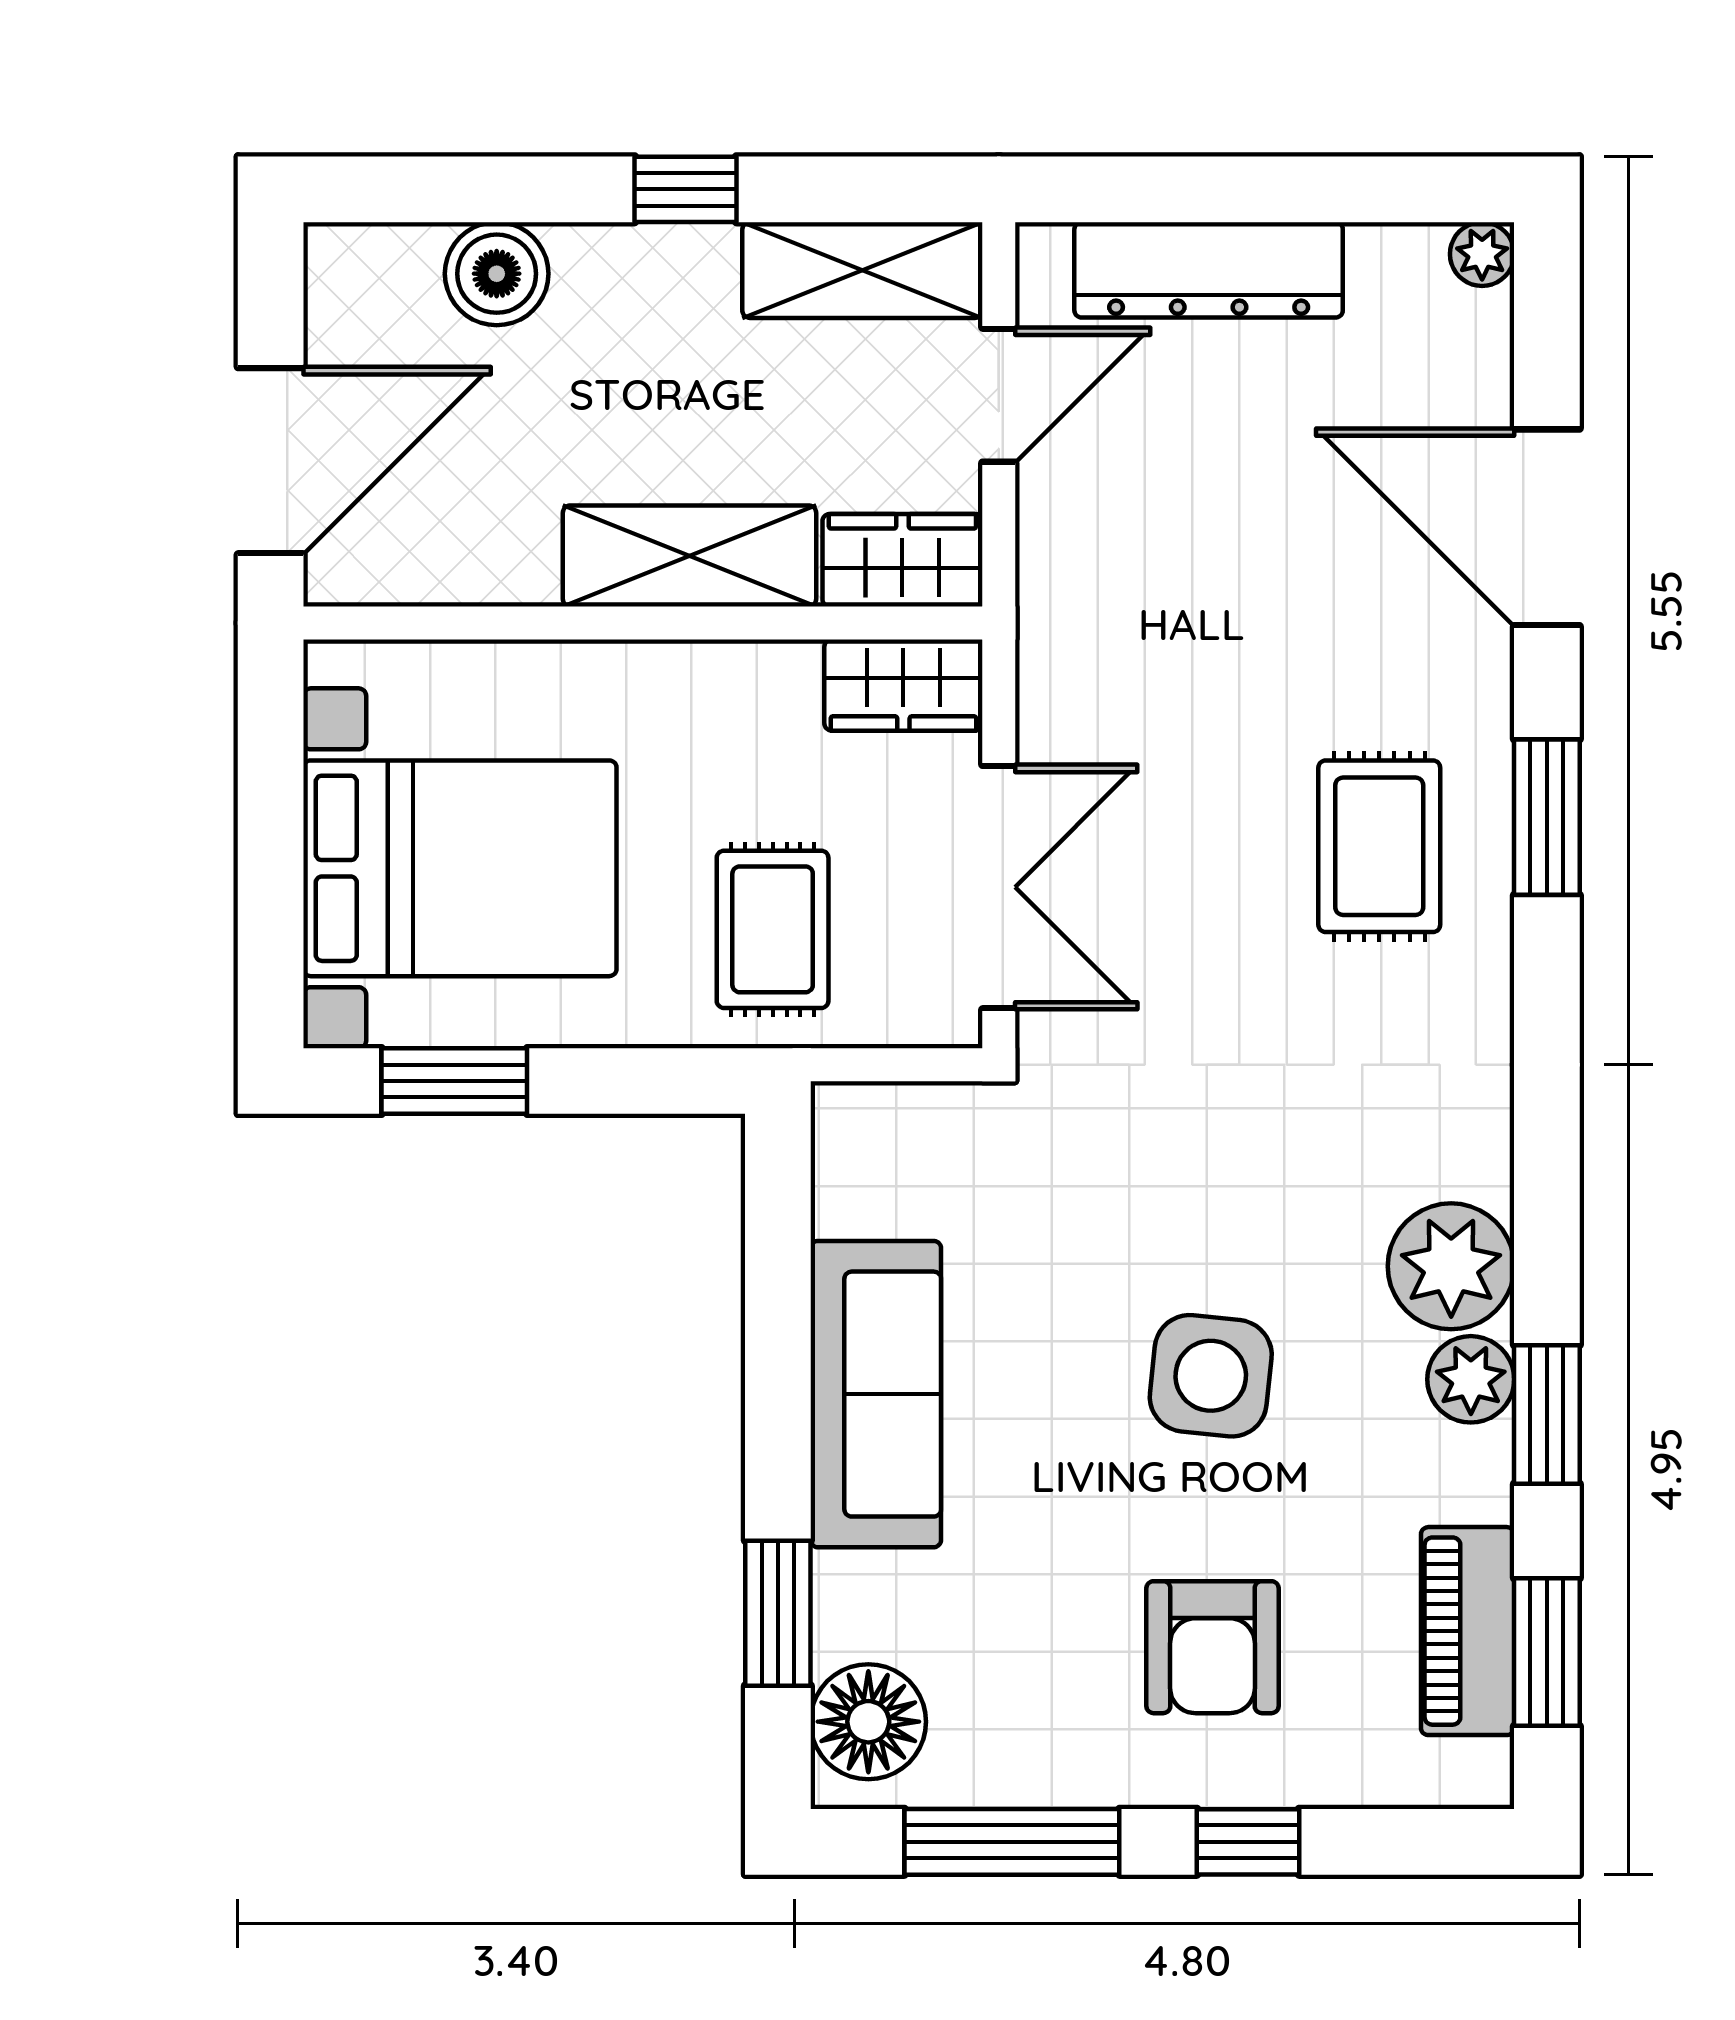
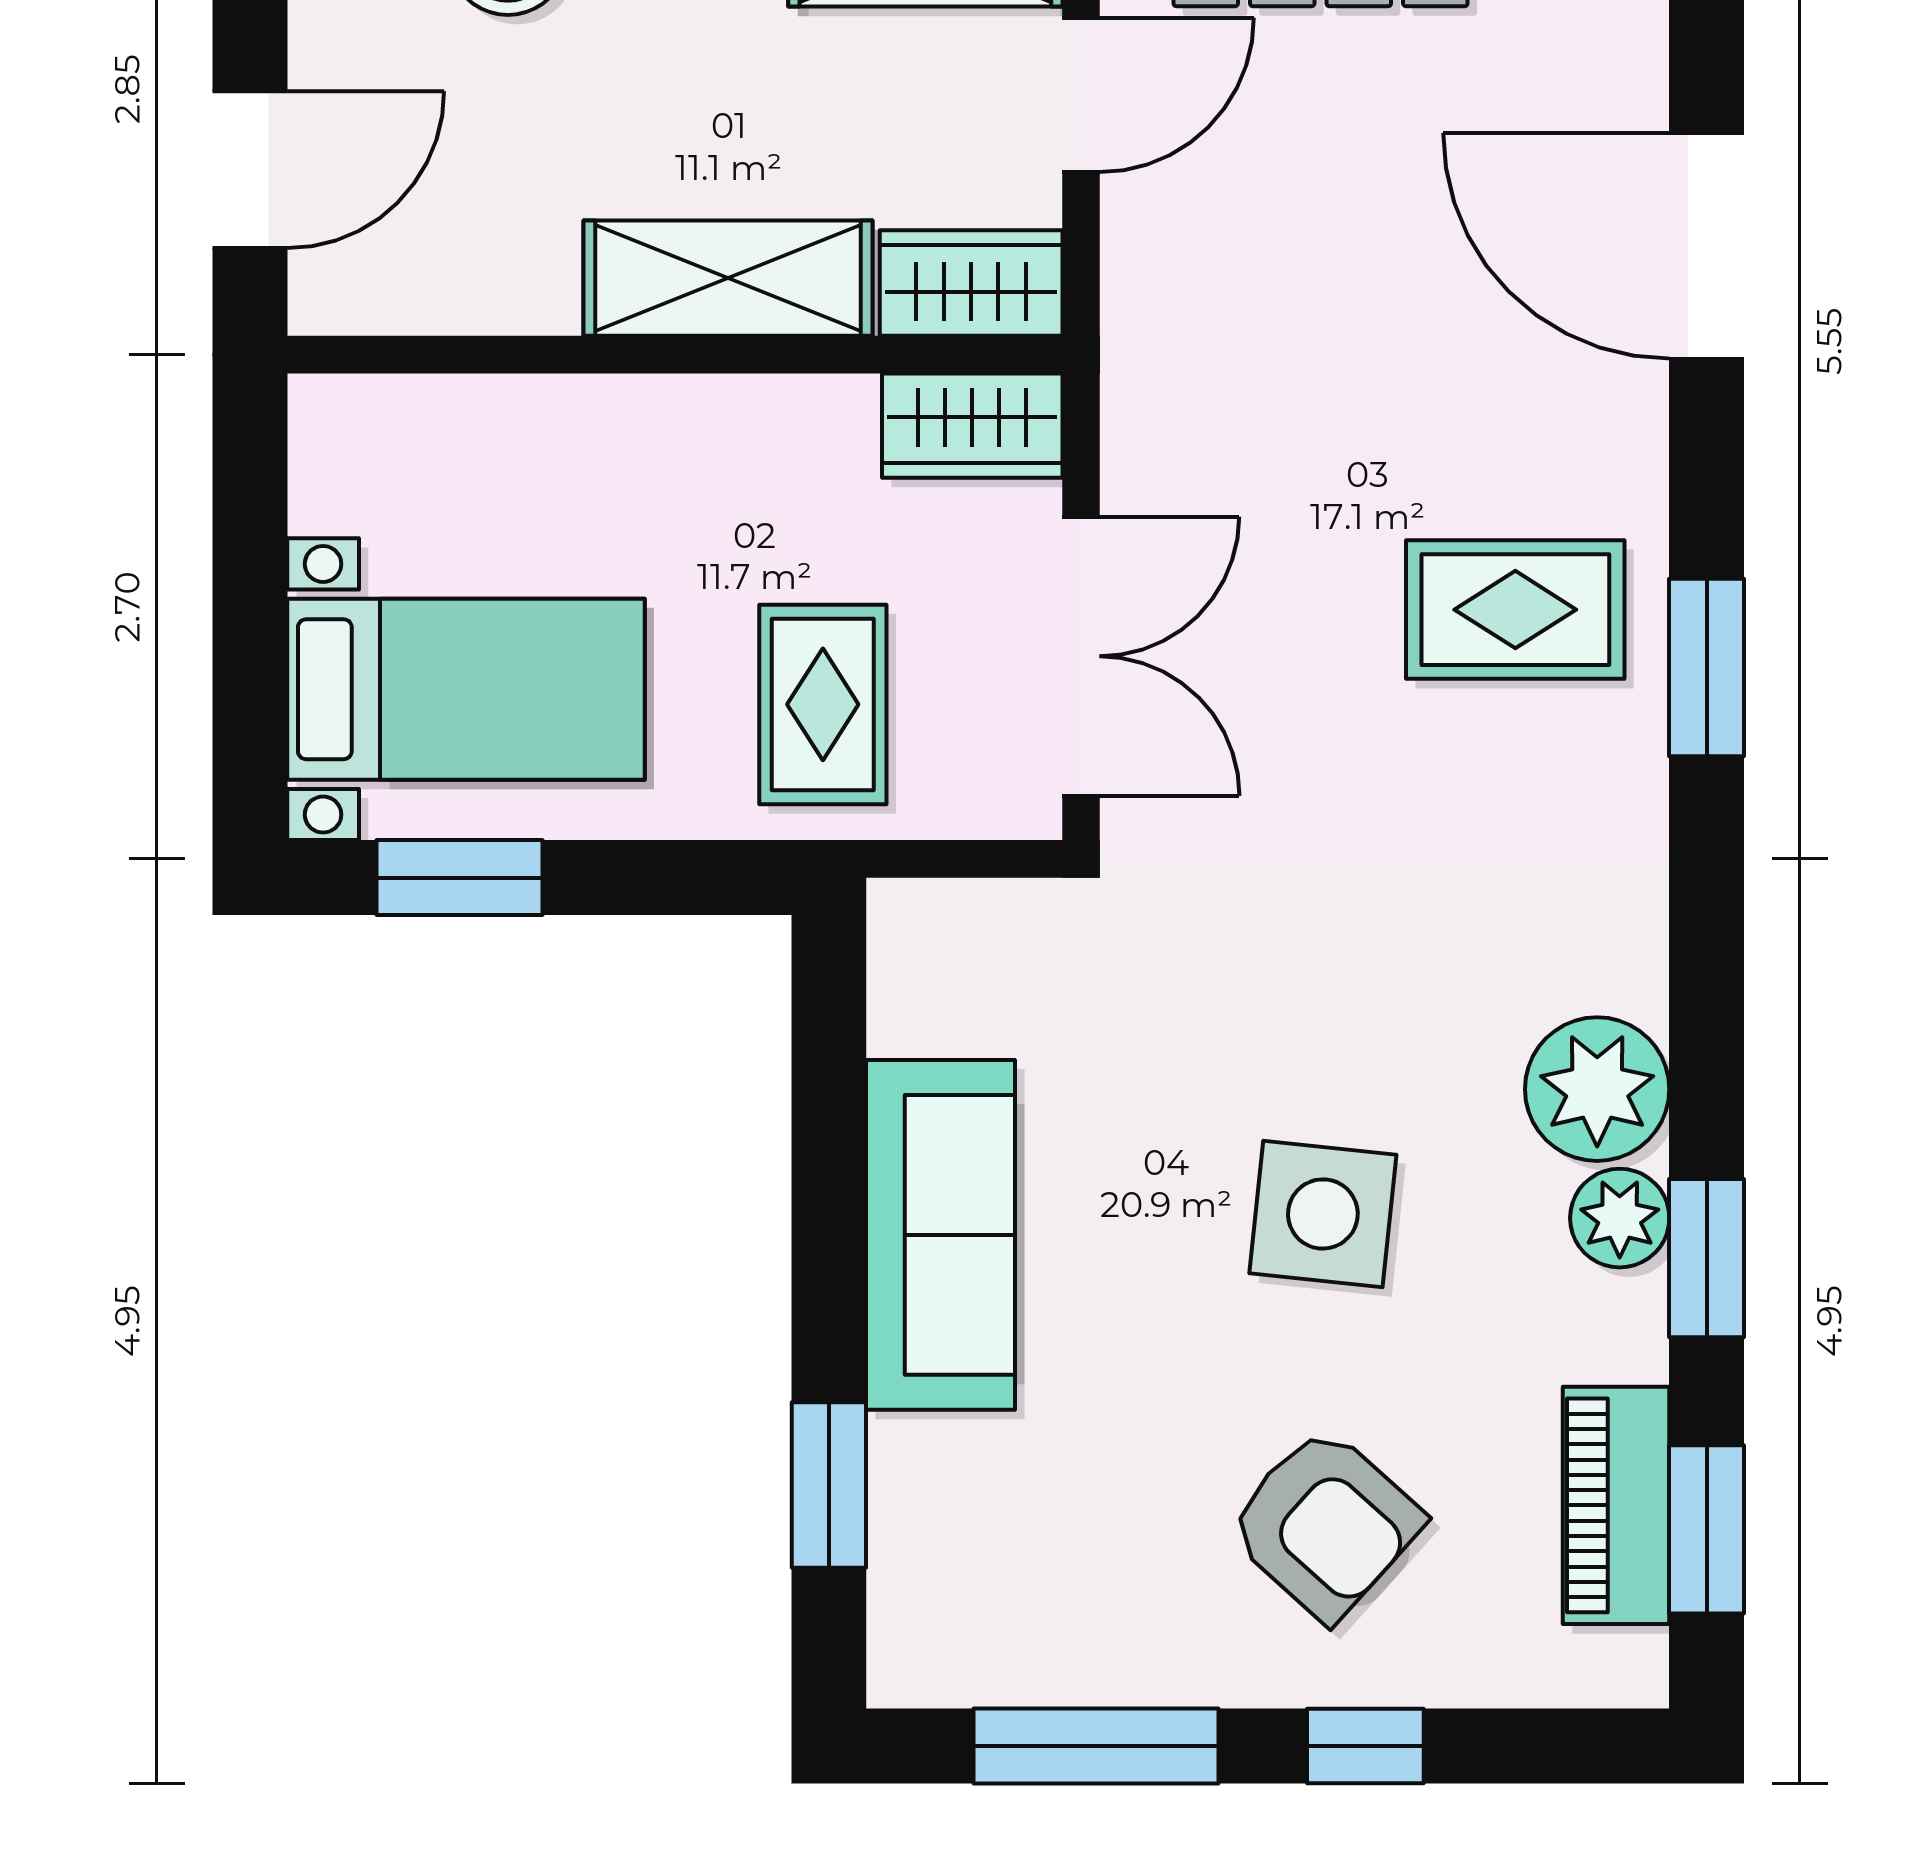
door: (271, 461) -> (250, 170), width x0.73
window: (1547, 817) -> (1707, 668), moved
rug: (1379, 846) -> (1515, 610), turned 90
bed with nightstands: (460, 868) -> (466, 689), width x0.73
armchair: (1212, 1647) -> (1325, 1524), turned -48
floor lamp: (868, 1722) -> (932, 1609), removed

